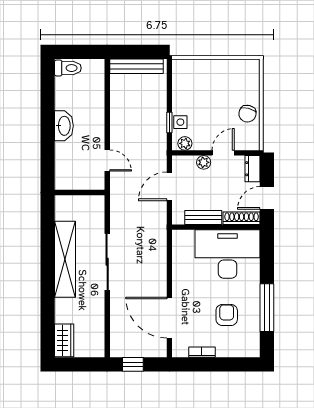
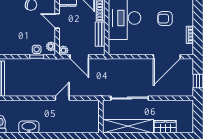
washbasin: (64, 126) -> (29, 127), moved
plant: (204, 162) -> (63, 50), moved
wall: (80, 193) -> (101, 116), moved
wardrobe: (64, 340) -> (165, 127), moved

